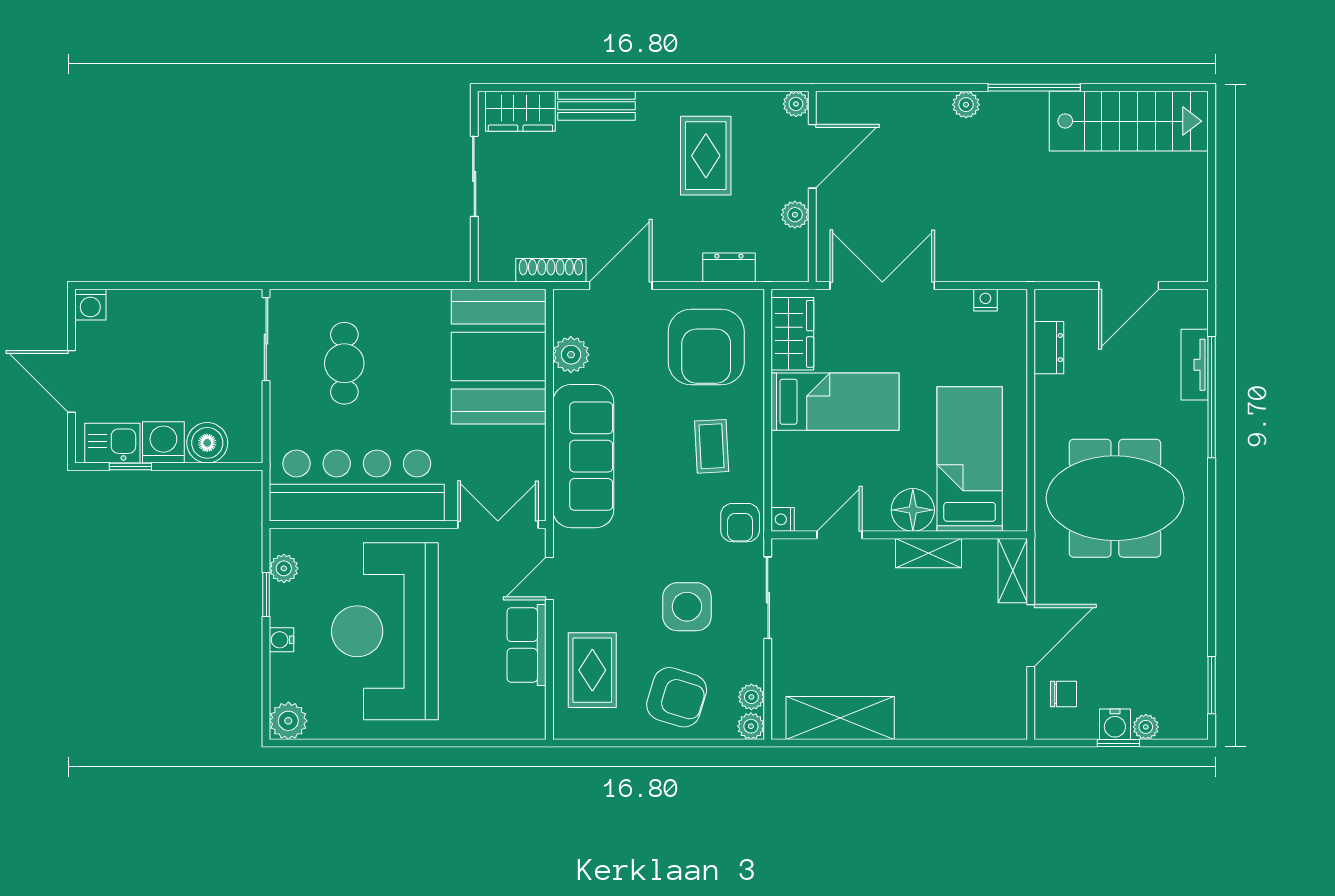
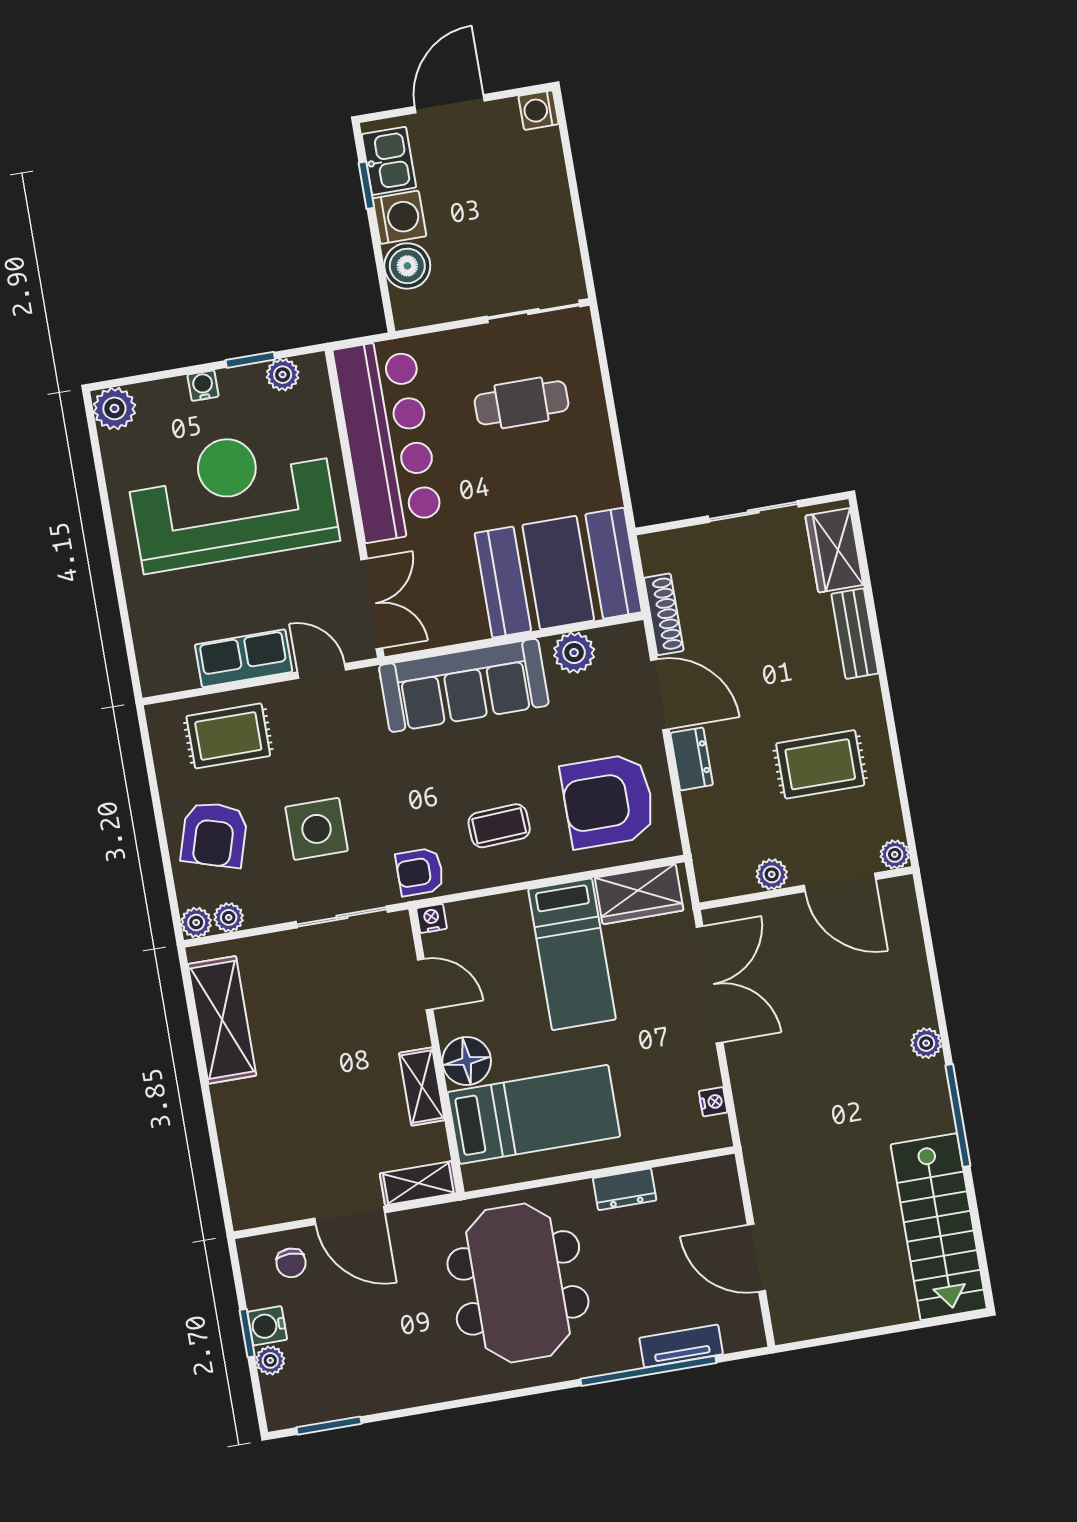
dresser: (729, 268) -> (692, 759), moved
dresser: (1049, 348) -> (625, 1189), moved

